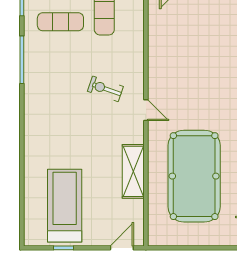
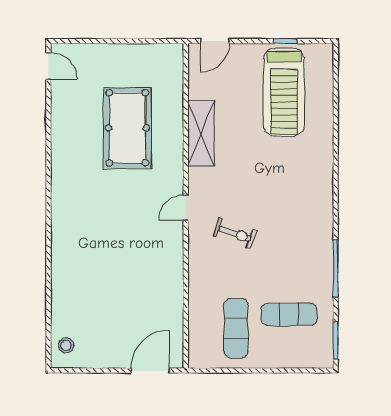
door: (146, 110) -> (186, 208), hinge flipped
pool table: (194, 176) -> (127, 128), width x0.73, depth x0.76

